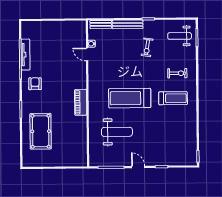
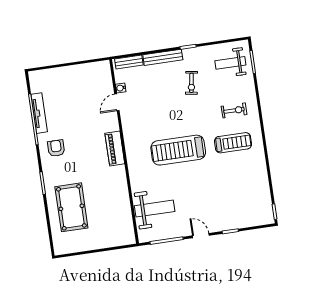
door: (87, 54) -> (117, 102), hinge flipped
piano: (81, 102) -> (115, 149), moved
weight bench: (117, 132) -> (155, 209), moved

